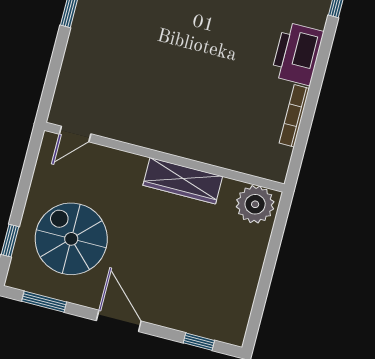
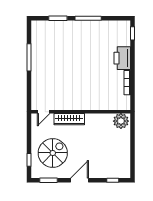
wardrobe: (183, 181) -> (69, 119), moved
spiral stairs: (71, 239) -> (53, 153), turned 90
door: (119, 321) -> (80, 180), hinge flipped

